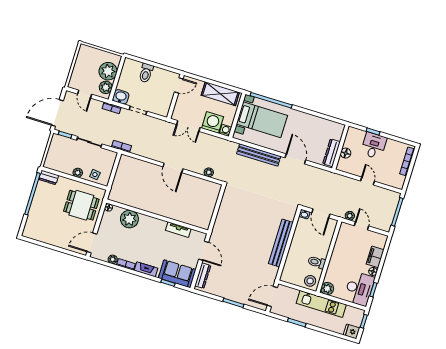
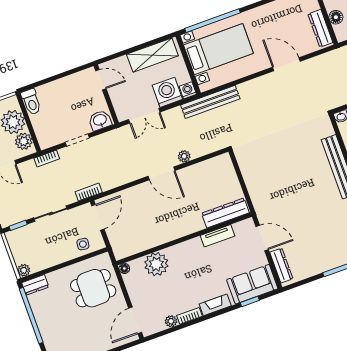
toilet: (146, 73) -> (31, 102), moved
door: (179, 85) -> (101, 80), hinge flipped
washbasin: (121, 97) -> (100, 120), moved
bench: (259, 155) -> (210, 102), moved
door: (116, 165) -> (98, 217), added
plant: (209, 172) -> (184, 156), moved
plant: (78, 173) -> (24, 270), moved
dresser: (193, 220) -> (225, 213), added

